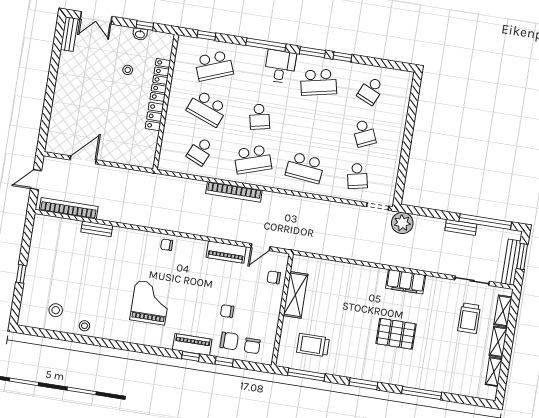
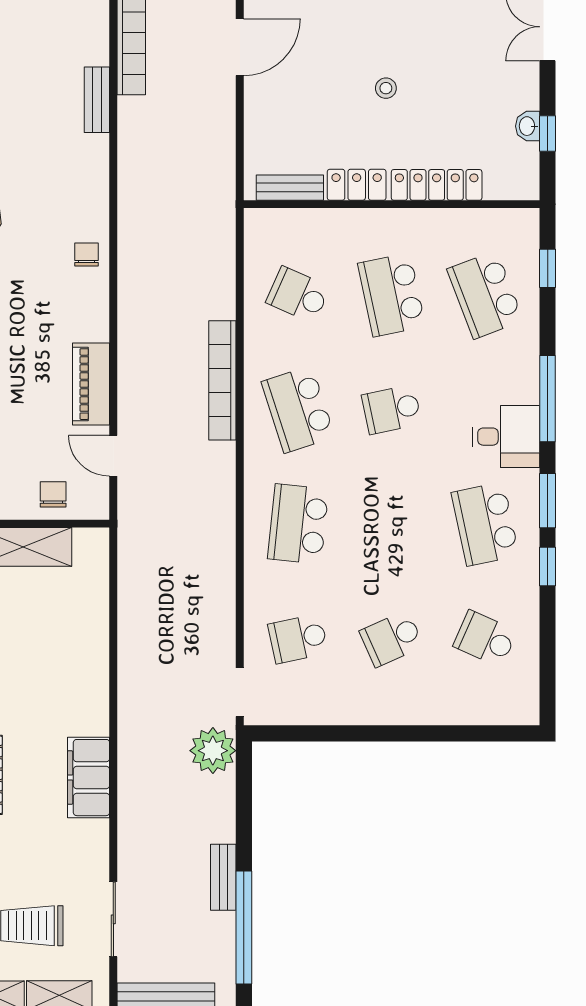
stool: (128, 70) -> (386, 88), moved
school desk: (207, 108) -> (392, 295), turned -33
bench: (151, 147) -> (290, 188), added
door: (83, 160) -> (240, 47), hinge flipped

